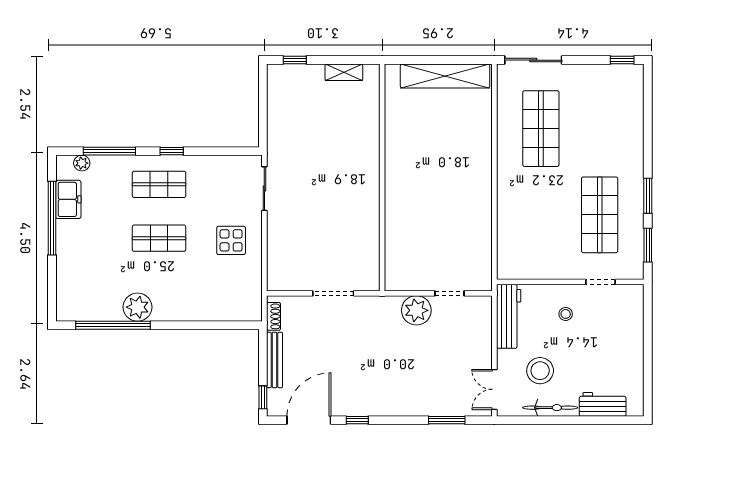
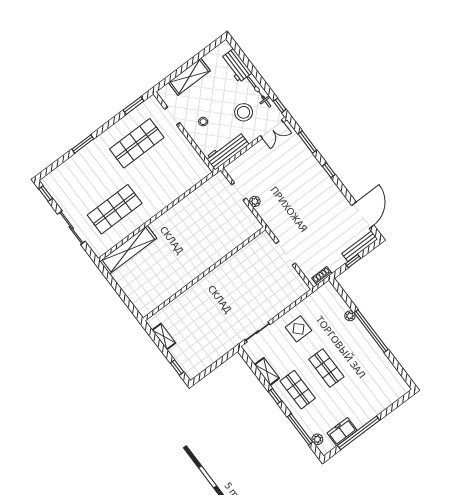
sliding door: (533, 60) -> (71, 228), moved
shelving: (445, 76) -> (128, 250), moved, turned 90
shelving: (209, 164) -> (267, 371), added
window: (648, 196) -> (83, 144), moved
plant: (138, 307) -> (350, 316), moved, width x0.53, depth x0.53
plant: (416, 310) -> (255, 201), width x0.53, depth x0.53
window: (113, 325) -> (371, 331), moved
shelving: (632, 338) -> (189, 77), added
bench: (275, 360) -> (360, 246), moved
window: (263, 397) -> (353, 261), moved
door: (309, 420) -> (363, 215), swing flipped
window: (357, 420) -> (329, 170), moved
window: (516, 420) -> (280, 105), added

